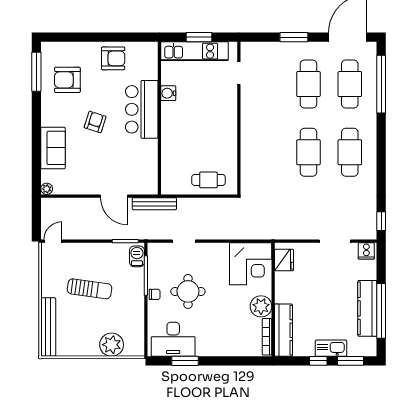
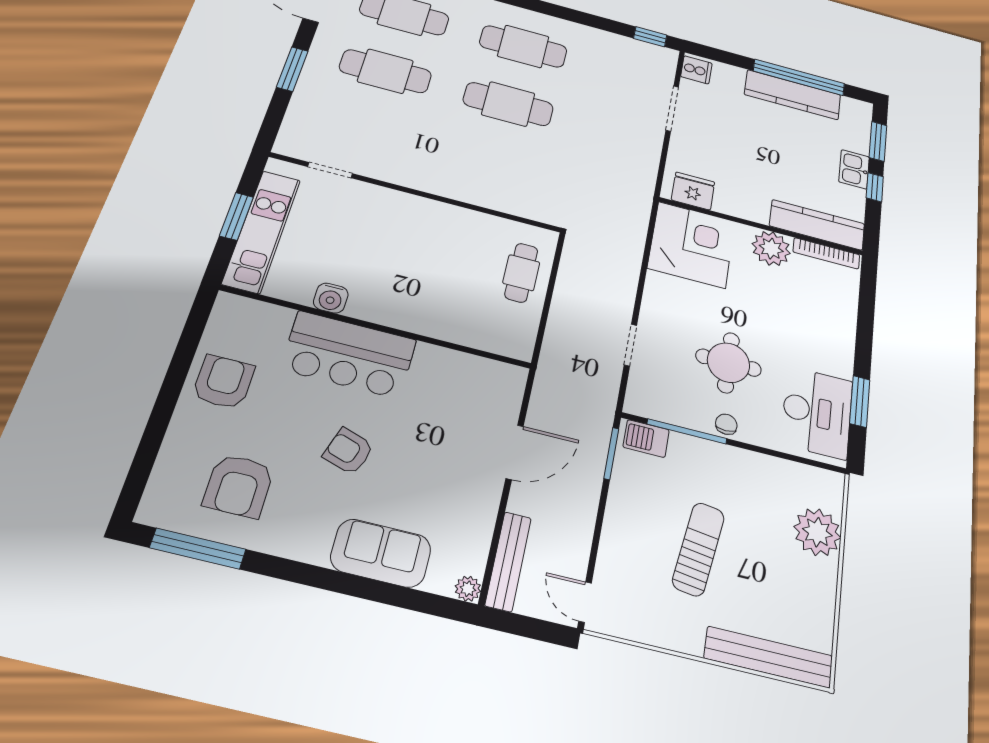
bench: (154, 204) -> (508, 561), moved
kitchen sink: (331, 348) -> (854, 169), width x0.73

